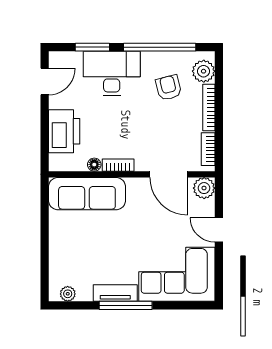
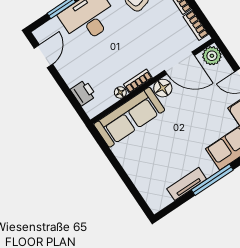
printer: (64, 131) -> (83, 93), width x0.53, depth x0.68
floor lamp: (137, 187) -> (163, 88), added
tv unit: (115, 293) -> (187, 184), moved
plant: (68, 294) -> (164, 200), removed

